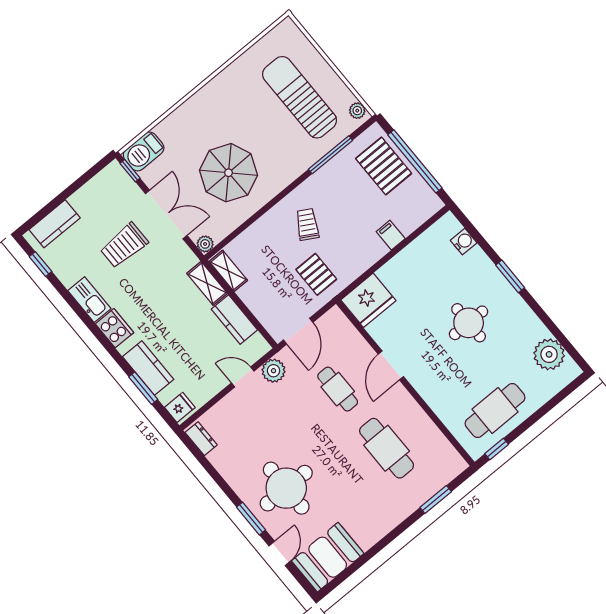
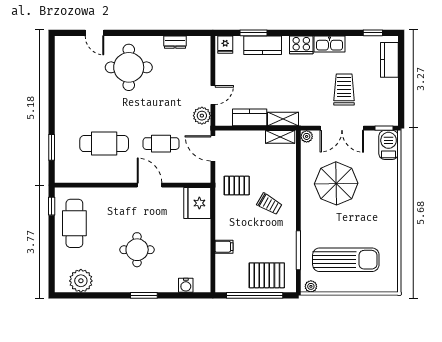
dresser: (201, 439) -> (175, 42), moved
window: (251, 519) -> (128, 33), removed
booth: (328, 557) -> (70, 58), removed

